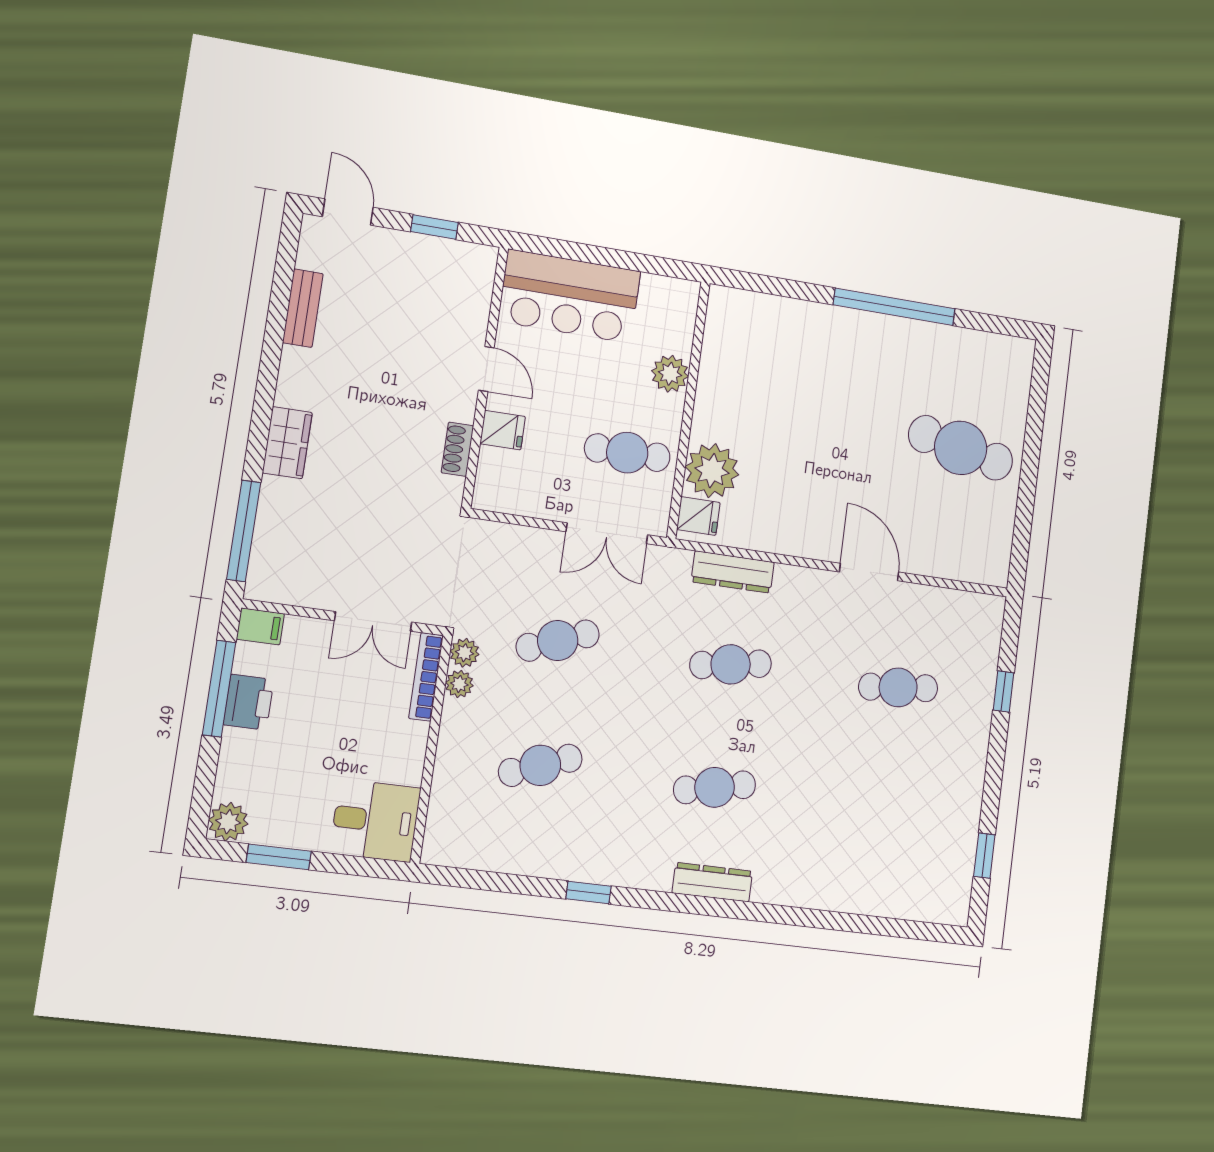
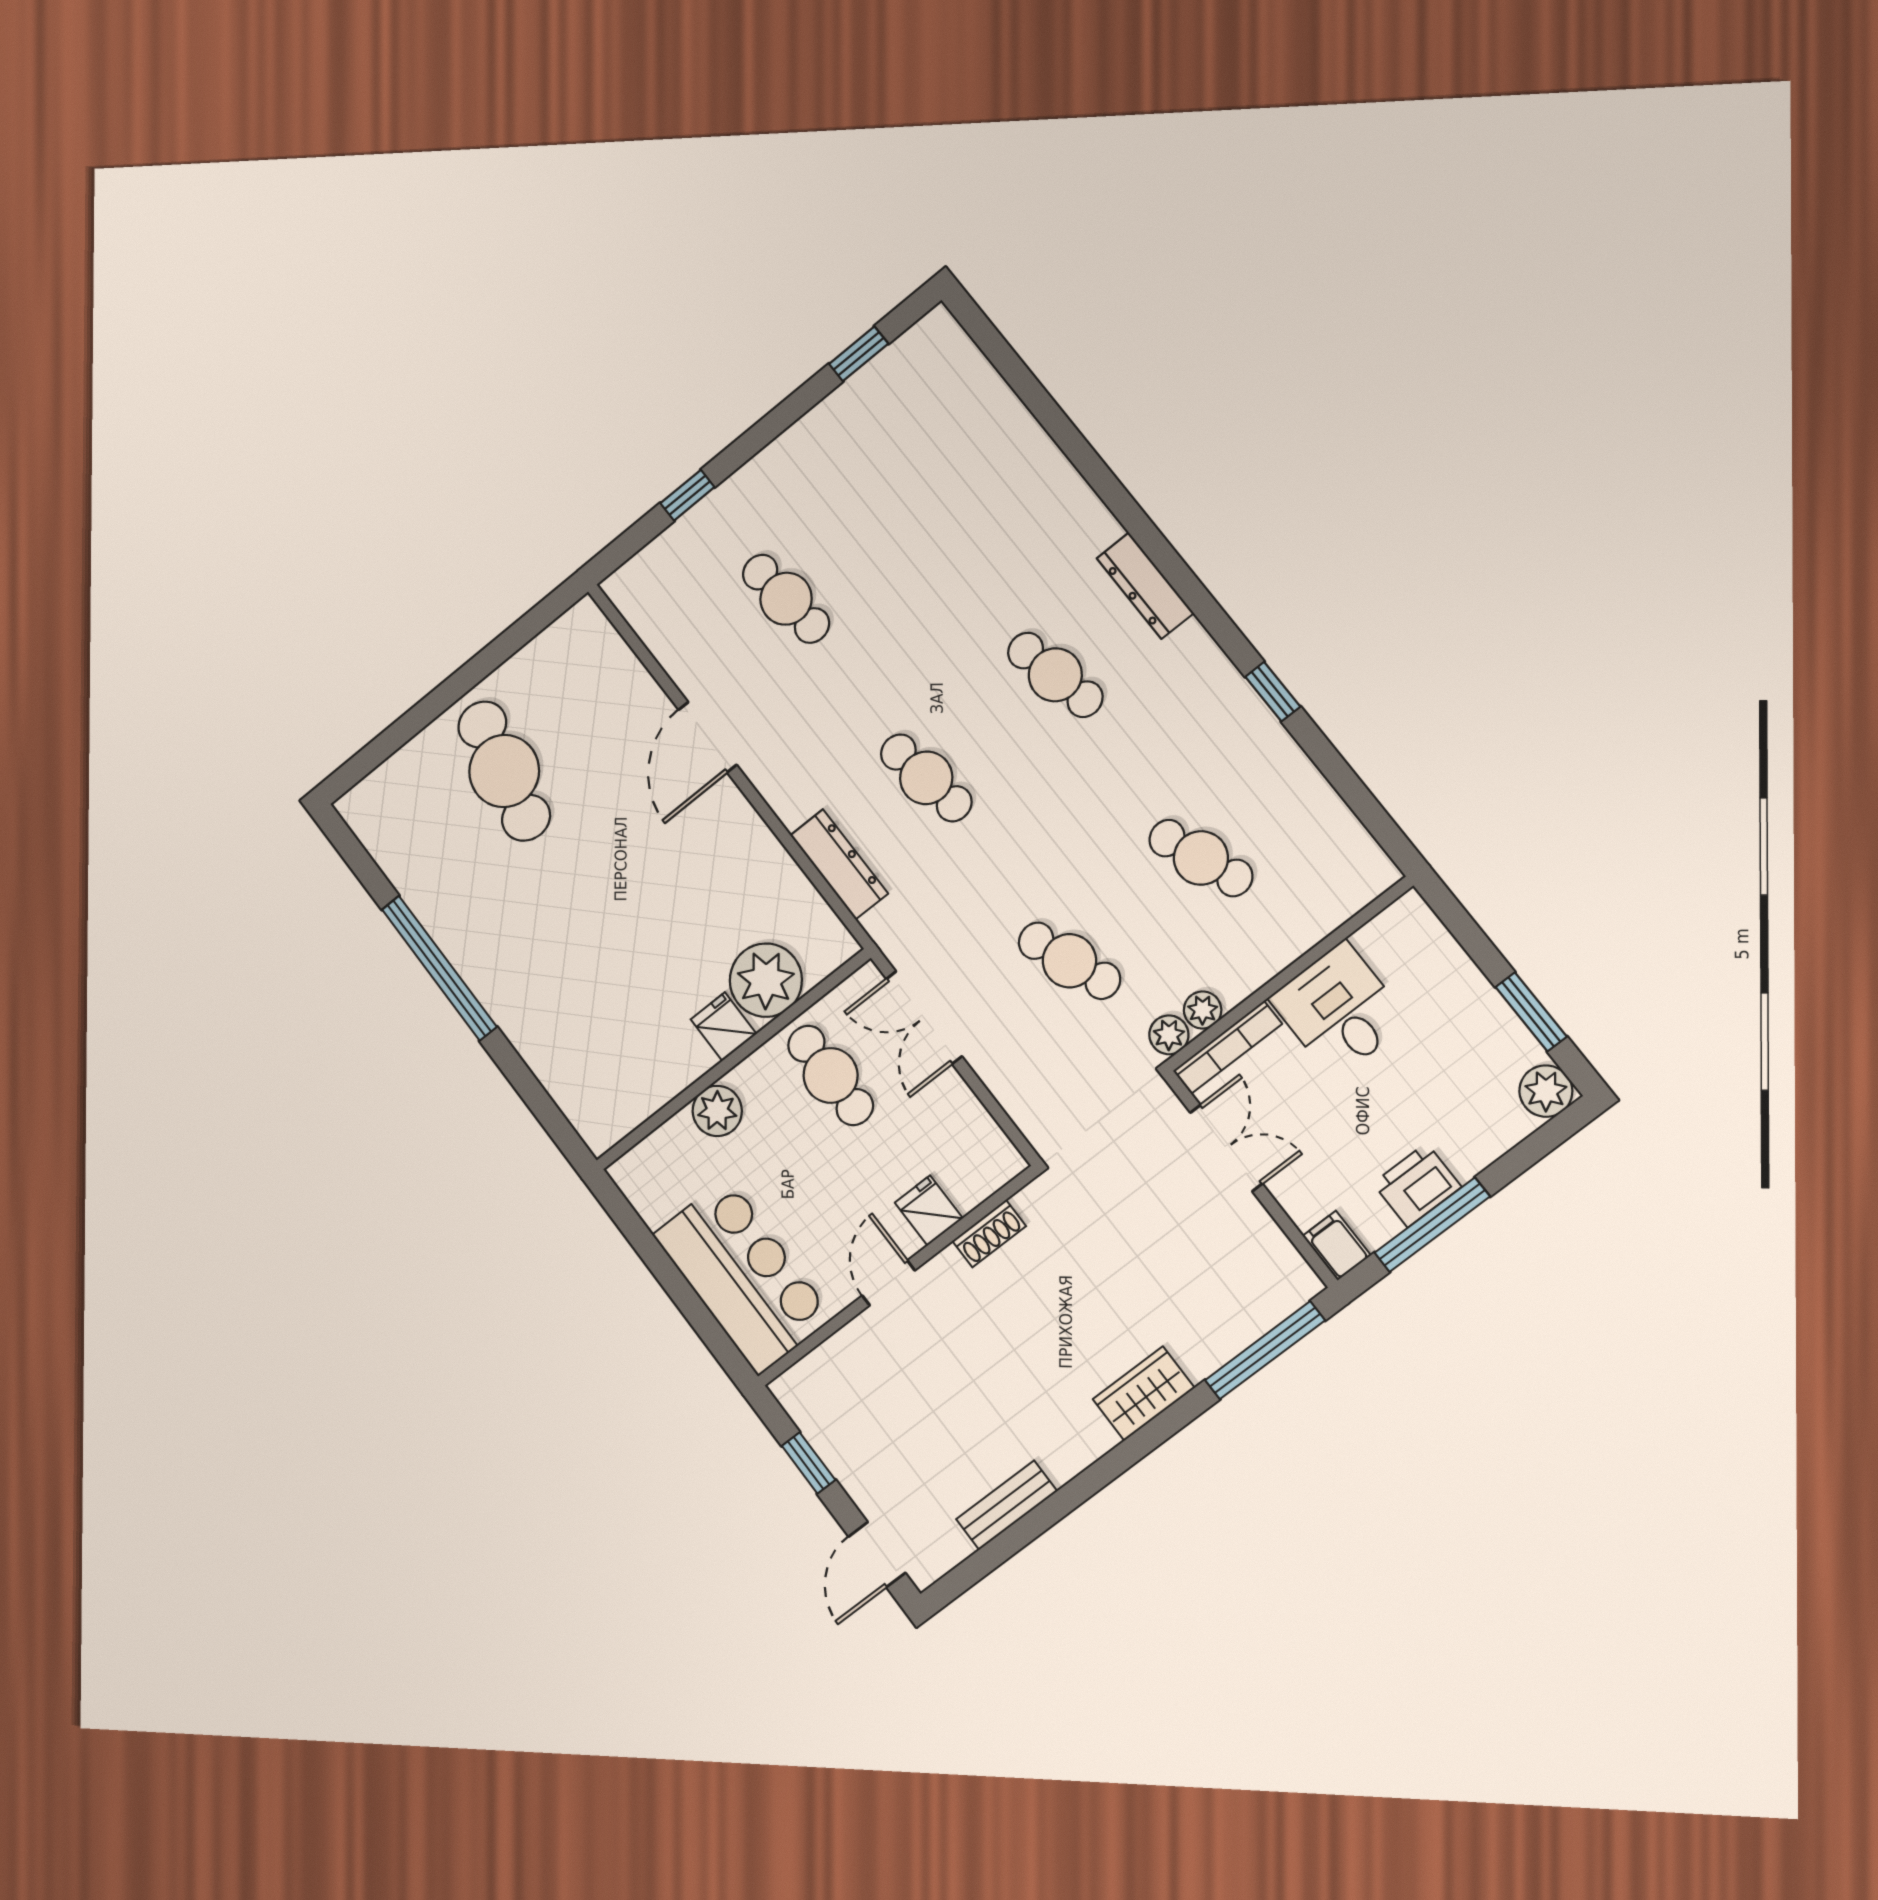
fridge: (698, 516) -> (724, 1027), moved
double door: (607, 533) -> (924, 1018), swing flipped
desk: (375, 821) -> (1339, 1010), moved

